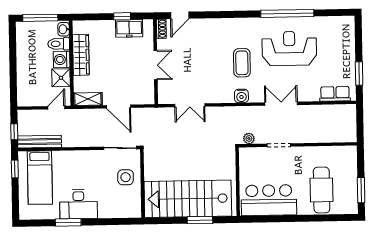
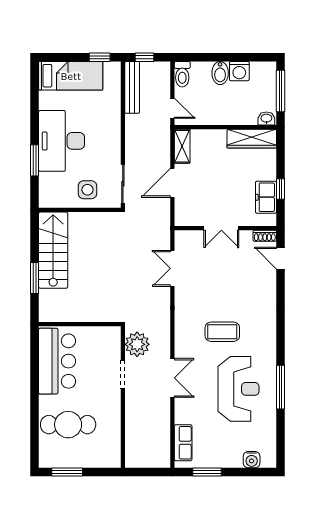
window: (287, 13) -> (281, 387), width x0.68
toilet: (59, 44) -> (182, 74), moved, turned 180
wardrobe: (81, 55) -> (252, 139), moved
washing machine: (62, 60) -> (239, 71), moved, turned 180
bidet: (26, 68) -> (220, 73), added
shower: (61, 78) -> (208, 114), removed
water cooler: (241, 96) -> (252, 460), moved, turned -90
plant: (249, 139) -> (137, 344), width x1.88, depth x1.88
bed: (40, 178) -> (71, 76), moved, turned 180
stairs: (188, 199) -> (53, 250), width x0.73, depth x0.66
desk: (78, 204) -> (62, 141), width x1.36, depth x1.30
window: (68, 222) -> (35, 160), moved

